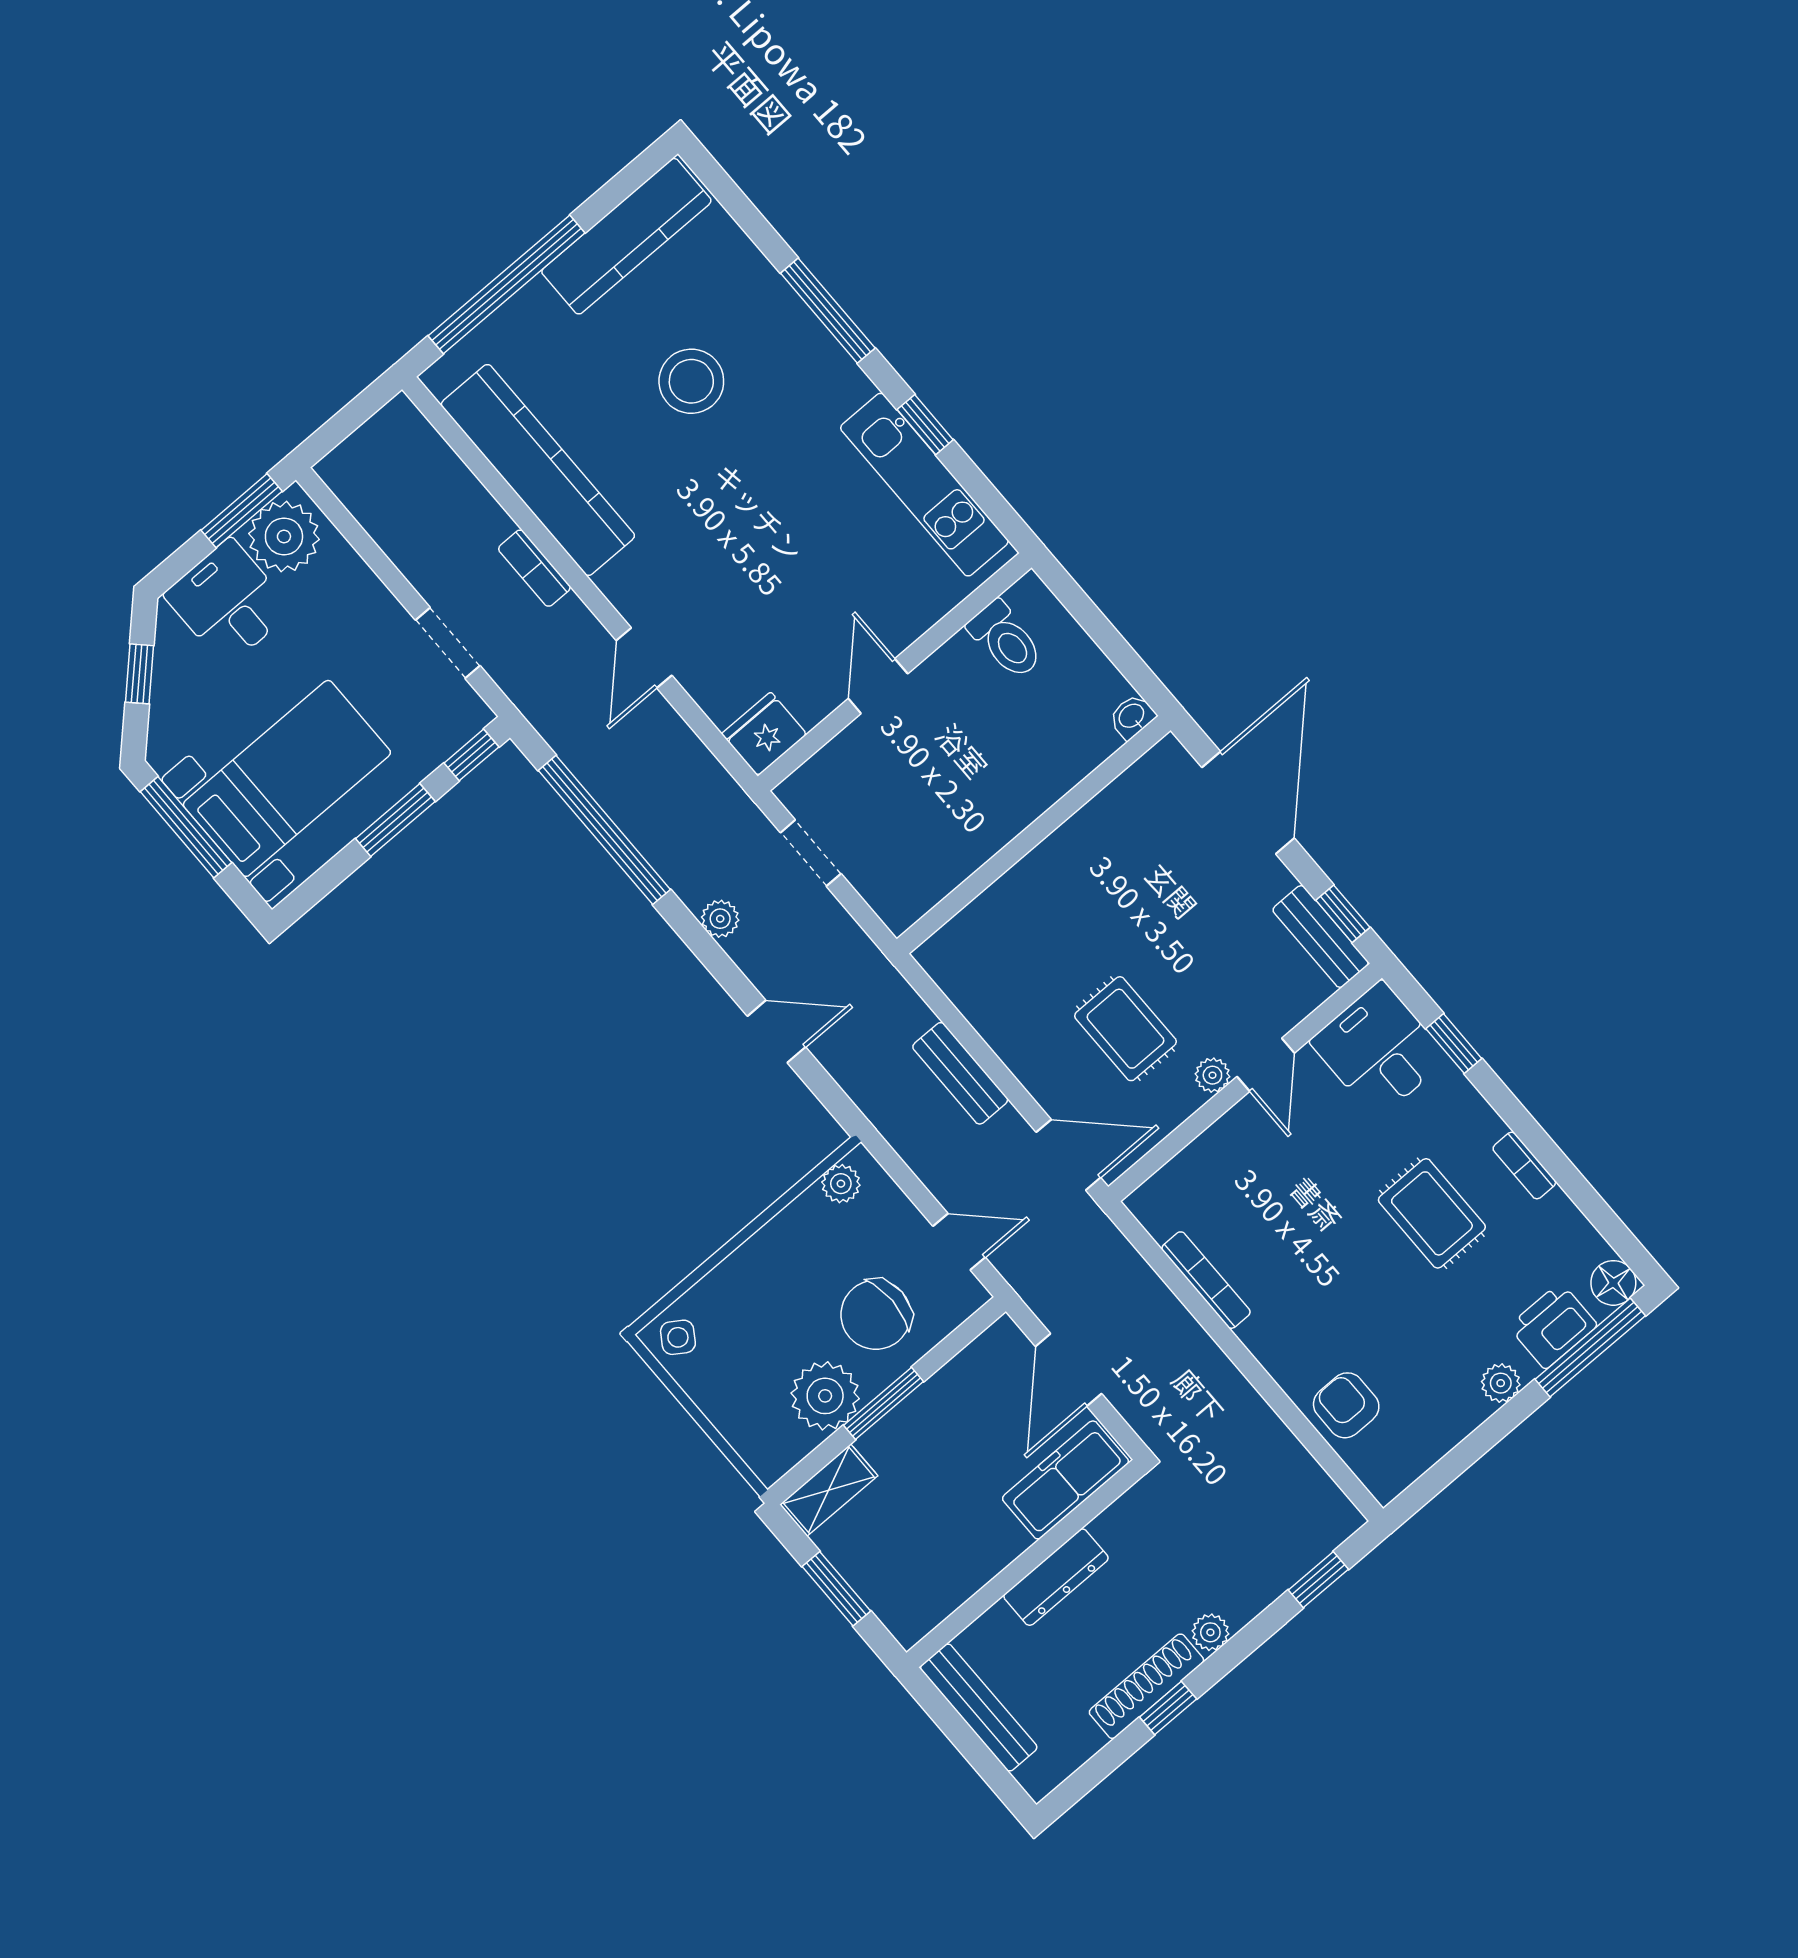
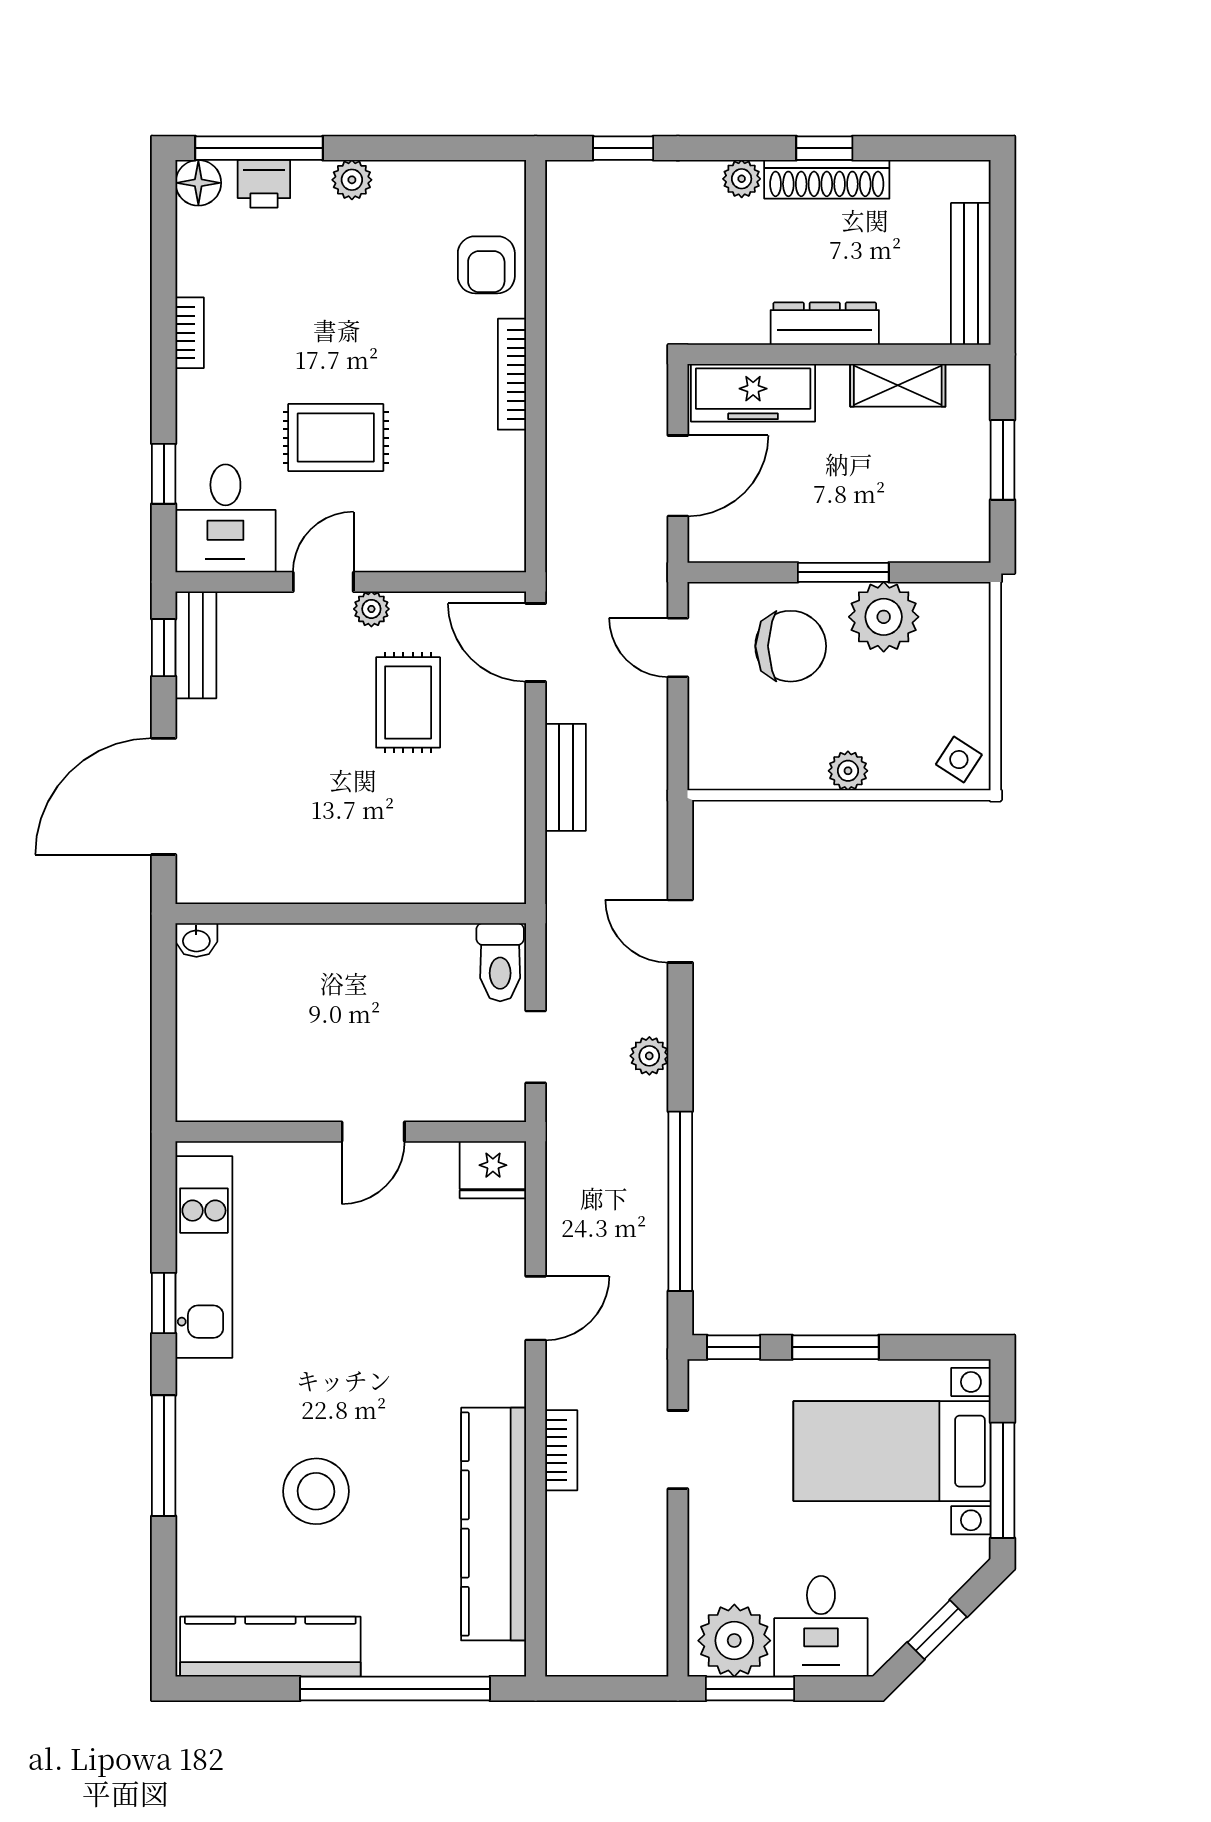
toilet: (1006, 640) -> (500, 962), moved, turned 180
plant: (841, 1184) -> (848, 771), moved
rug: (1432, 1213) -> (336, 438), moved, turned 90
bookcase: (1206, 1280) -> (512, 374), moved
printer: (1553, 1326) -> (264, 184), width x0.73, depth x0.81
shelving: (829, 1490) -> (898, 385), moved

